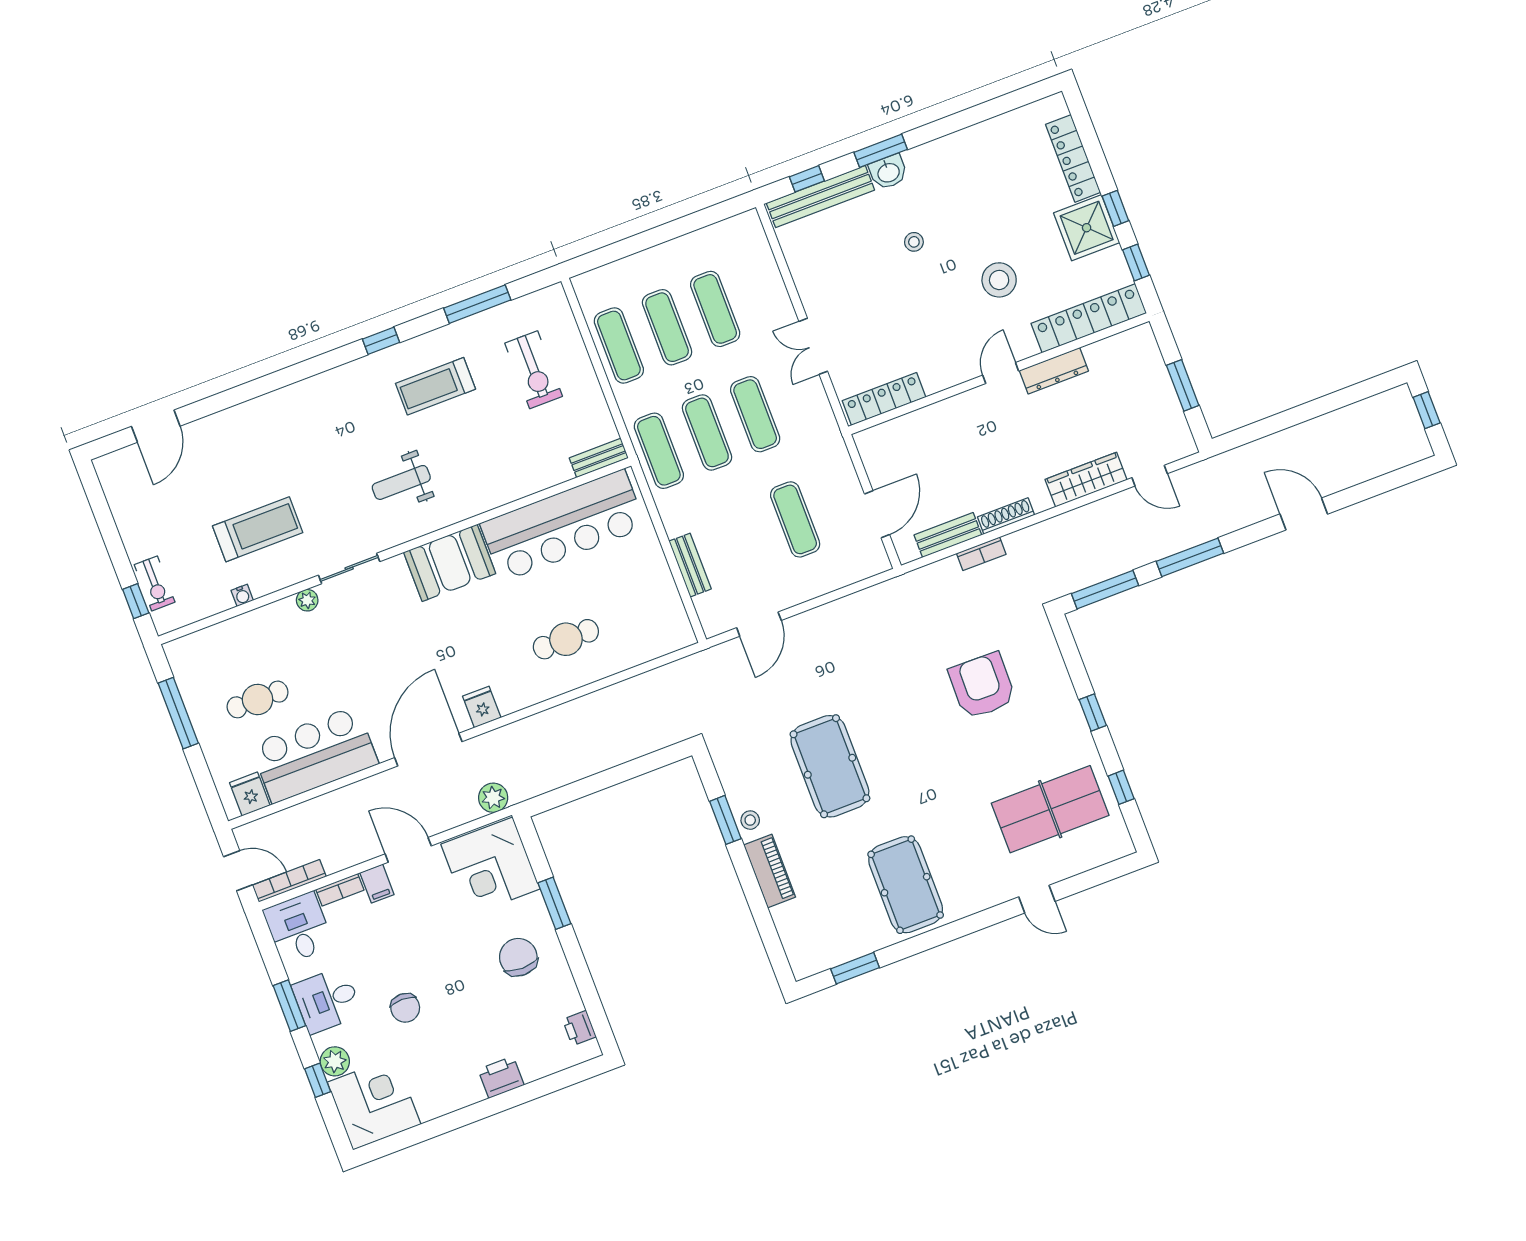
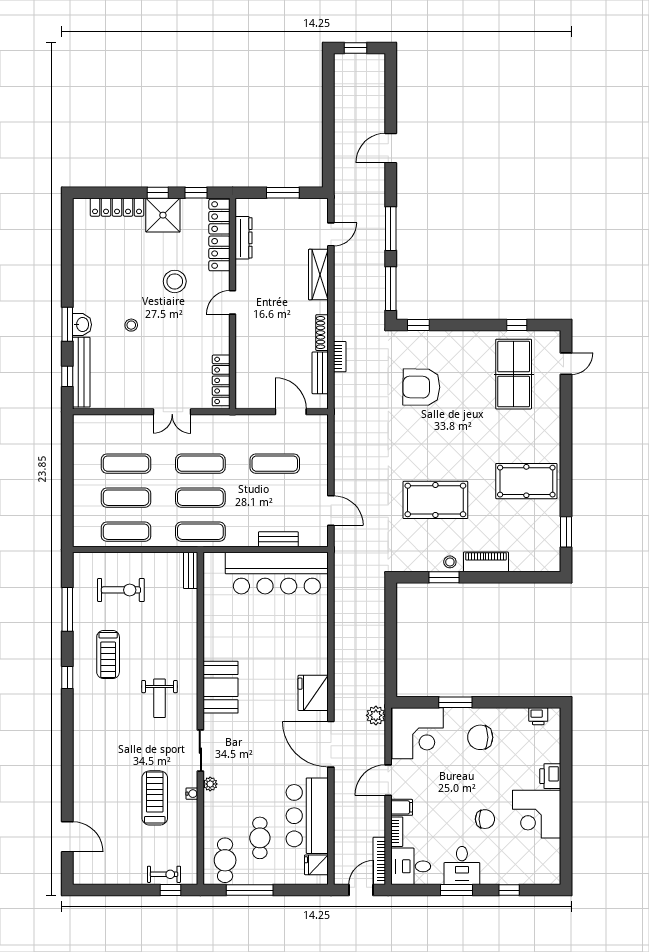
dresser: (1054, 371) -> (244, 238), moved
door: (1001, 373) -> (233, 302), hinge flipped
bar counter: (563, 525) -> (277, 573), moved, turned 90
water cooler: (242, 595) -> (192, 794), moved
cafe table: (566, 639) -> (225, 860), moved
fridge: (482, 707) -> (313, 693), width x1.88, depth x1.34
window: (1093, 713) -> (418, 325), moved
door: (1037, 899) -> (566, 364), moved
plant: (335, 1061) -> (502, 875), removed
corner desk: (374, 1103) -> (537, 814), moved, turned -90

